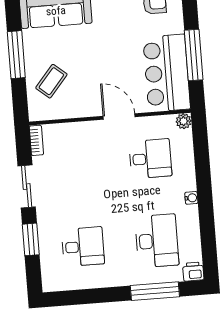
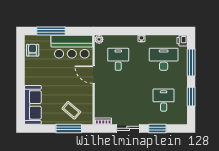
window: (16, 55) -> (69, 128), moved
window: (194, 55) -> (51, 31), moved
door: (119, 117) -> (94, 75), hinge flipped
window: (93, 296) -> (191, 97), added

